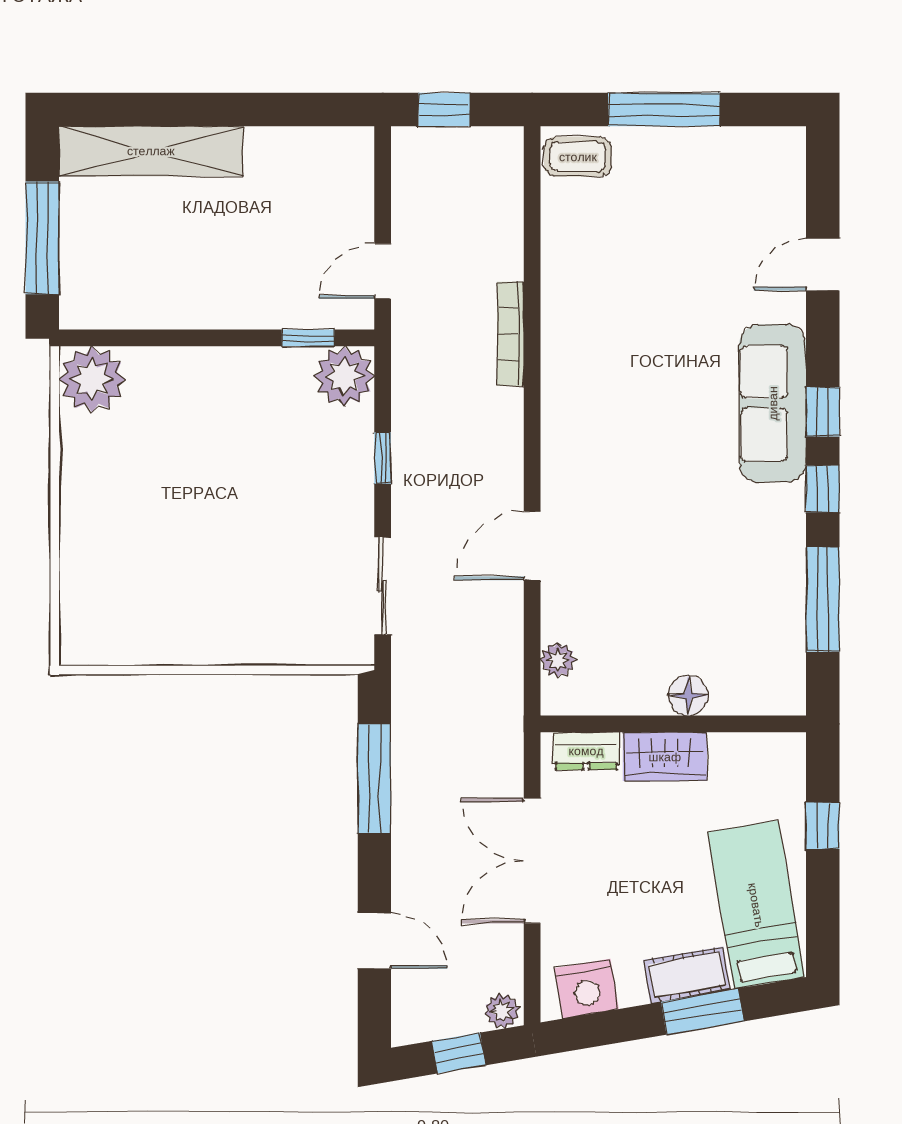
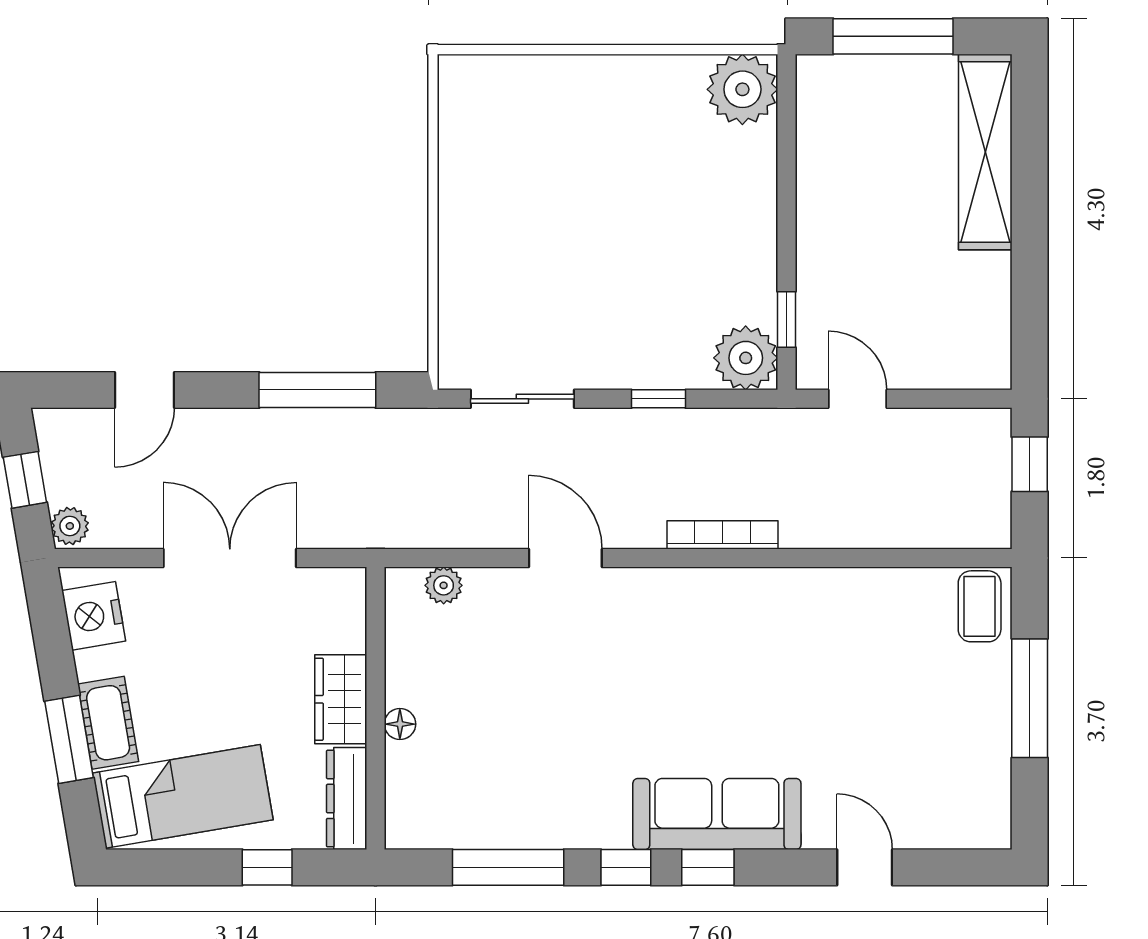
bookcase: (511, 334) -> (723, 535), moved
floor lamp: (688, 695) -> (400, 724), width x0.73, depth x0.73
dresser: (586, 751) -> (347, 799), moved, width x1.44

